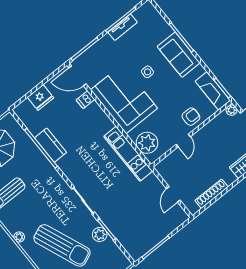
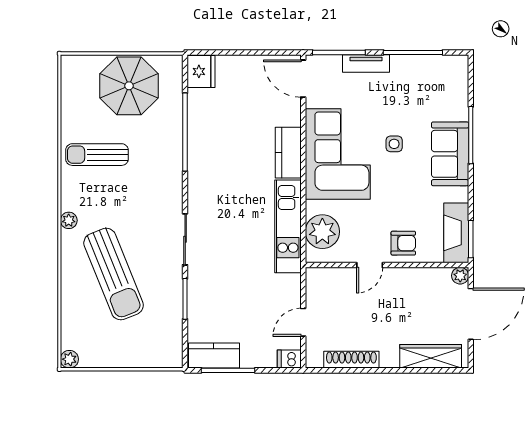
tv unit: (123, 27) -> (366, 63), moved
fridge: (41, 98) -> (201, 71), moved, turned -90
dishwasher: (85, 100) -> (289, 359), moved
kitchen counter: (51, 145) -> (288, 153), moved, turned 180
plant: (100, 234) -> (171, 298), removed
kitchen counter: (143, 246) -> (214, 356), added

